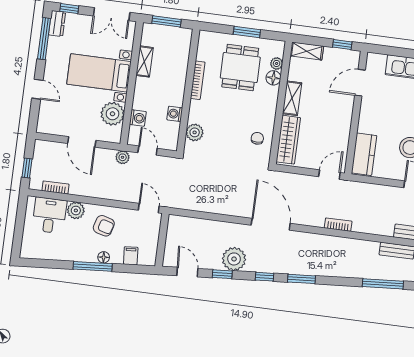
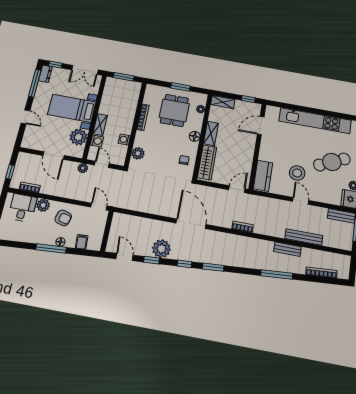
shelving: (144, 61) -> (100, 125), moved
floor lamp: (273, 78) -> (195, 136), moved

